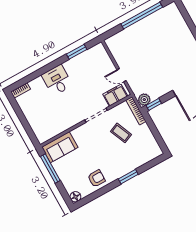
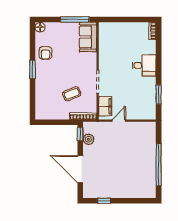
plant: (144, 100) -> (88, 139), moved
window: (128, 177) -> (32, 69), moved

